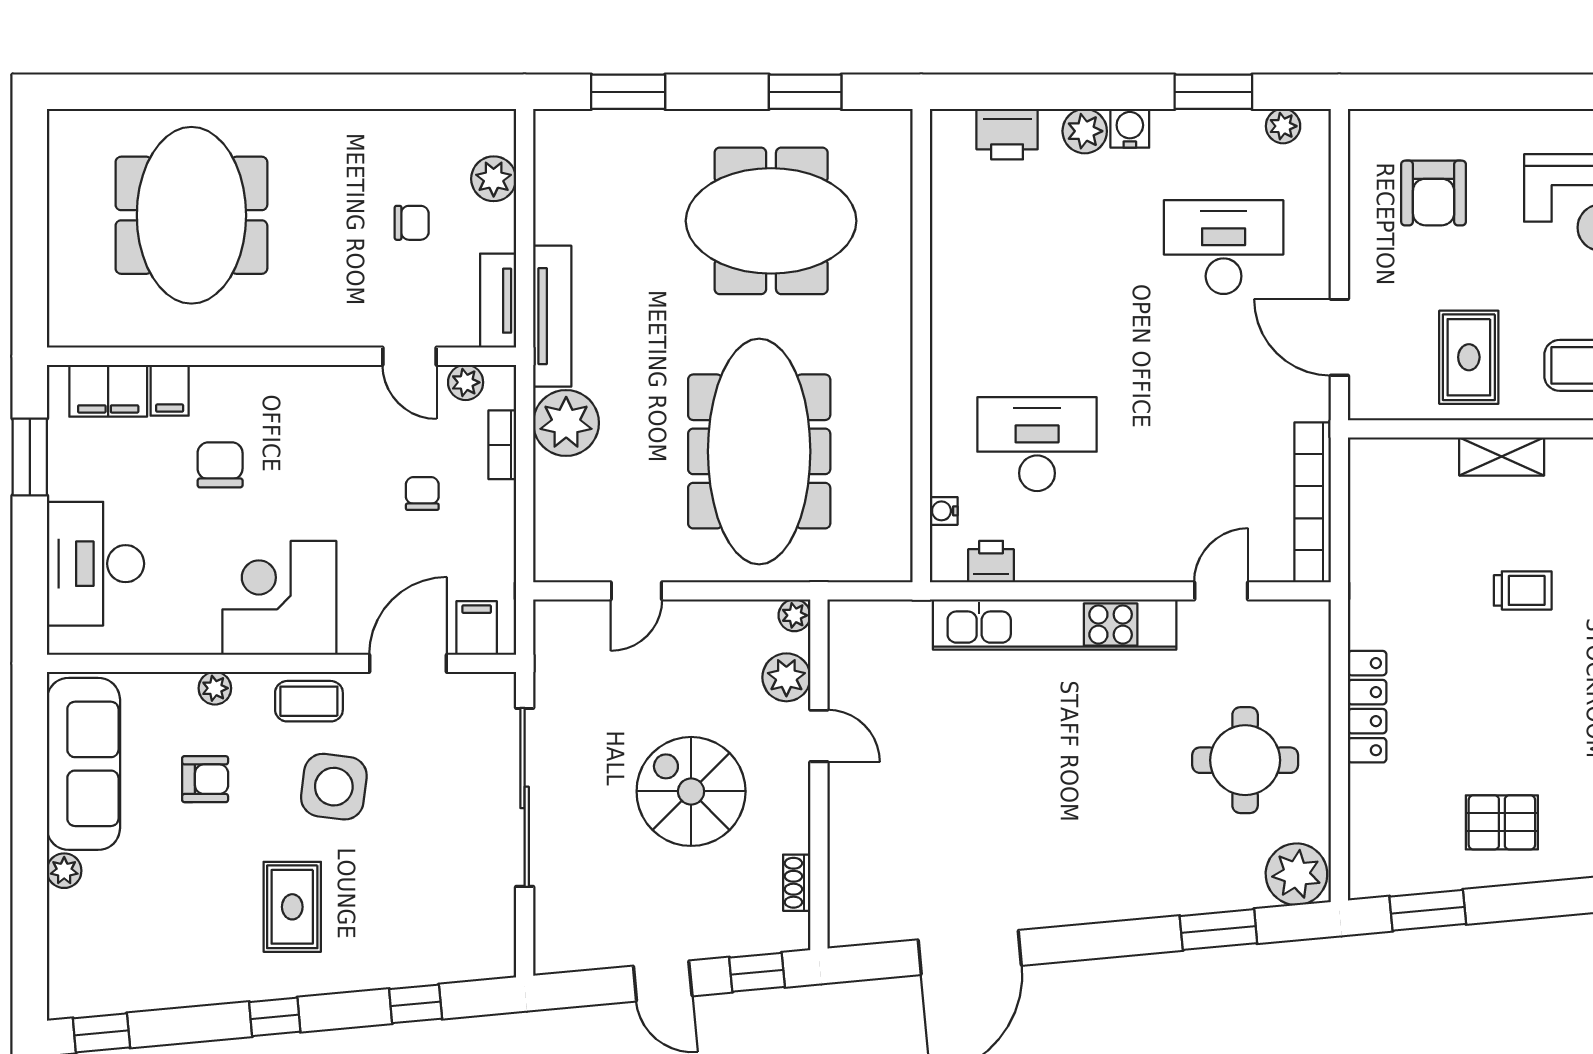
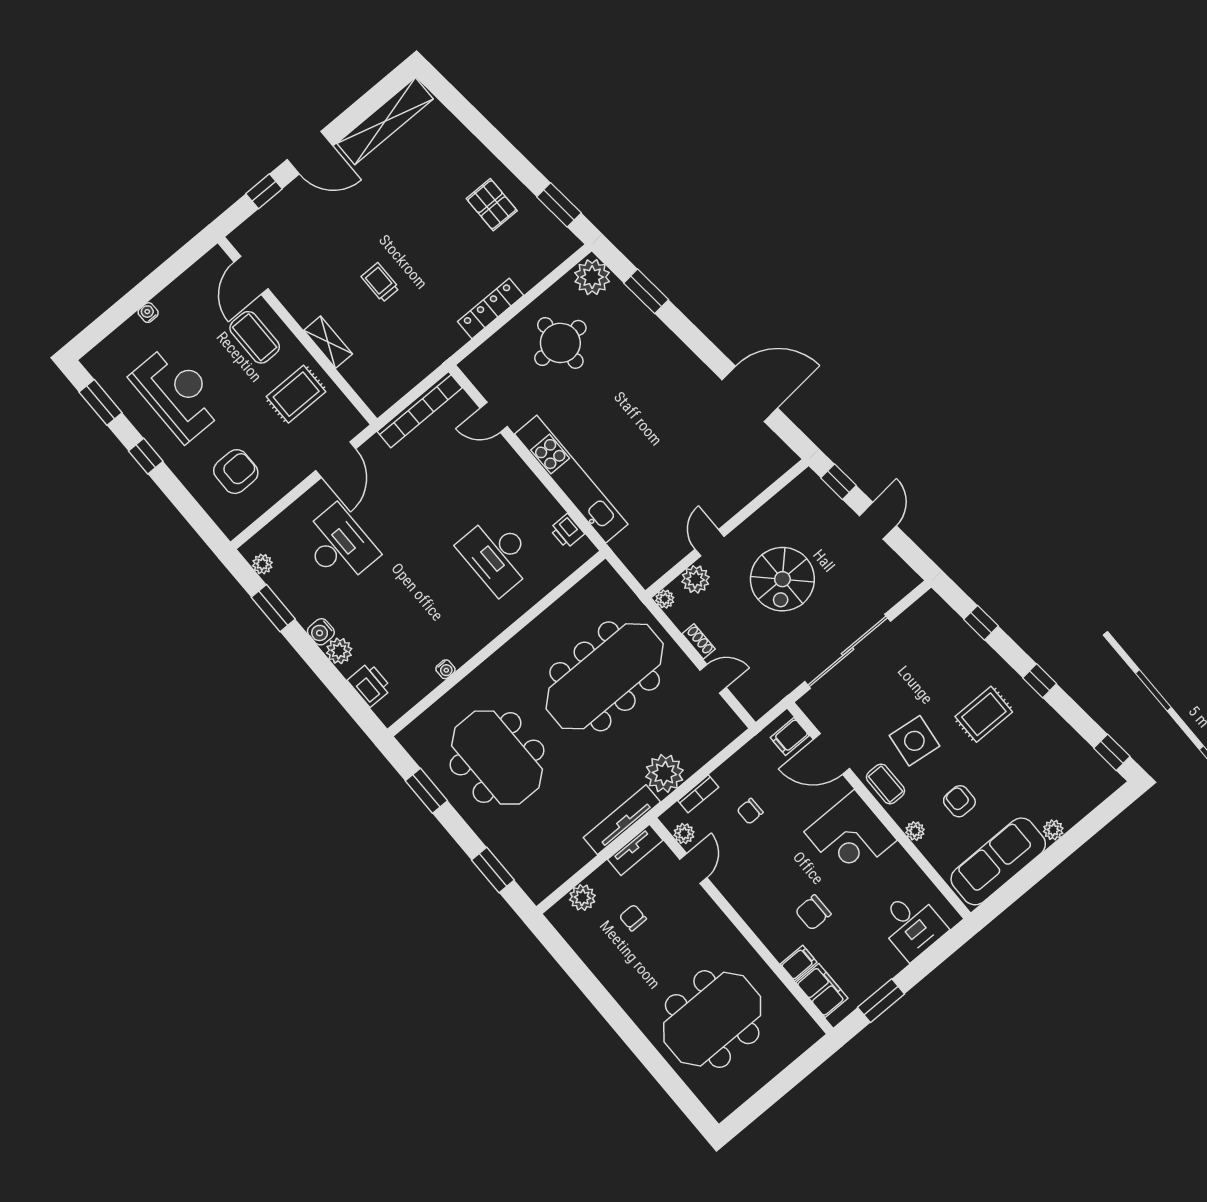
window: (1553, 92) -> (146, 456), added
desk: (1224, 247) -> (339, 545), turned 180
water cooler: (944, 511) -> (445, 669), moved
desk: (95, 564) -> (912, 925), width x0.73
shoe rack: (797, 883) -> (699, 641), moved, turned -90

